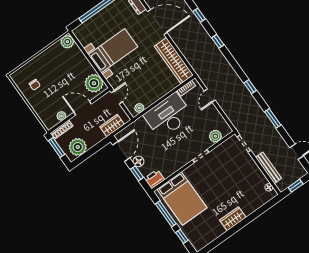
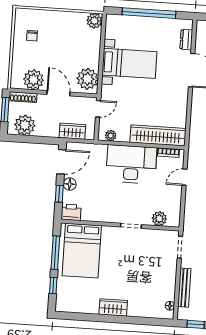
wardrobe: (174, 61) -> (158, 135), moved, turned 90
plant: (61, 116) -> (34, 80), width x1.87, depth x1.87

